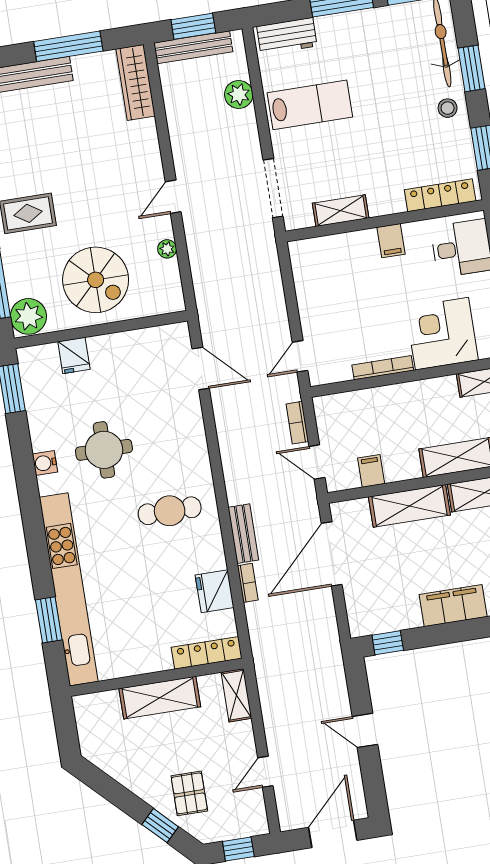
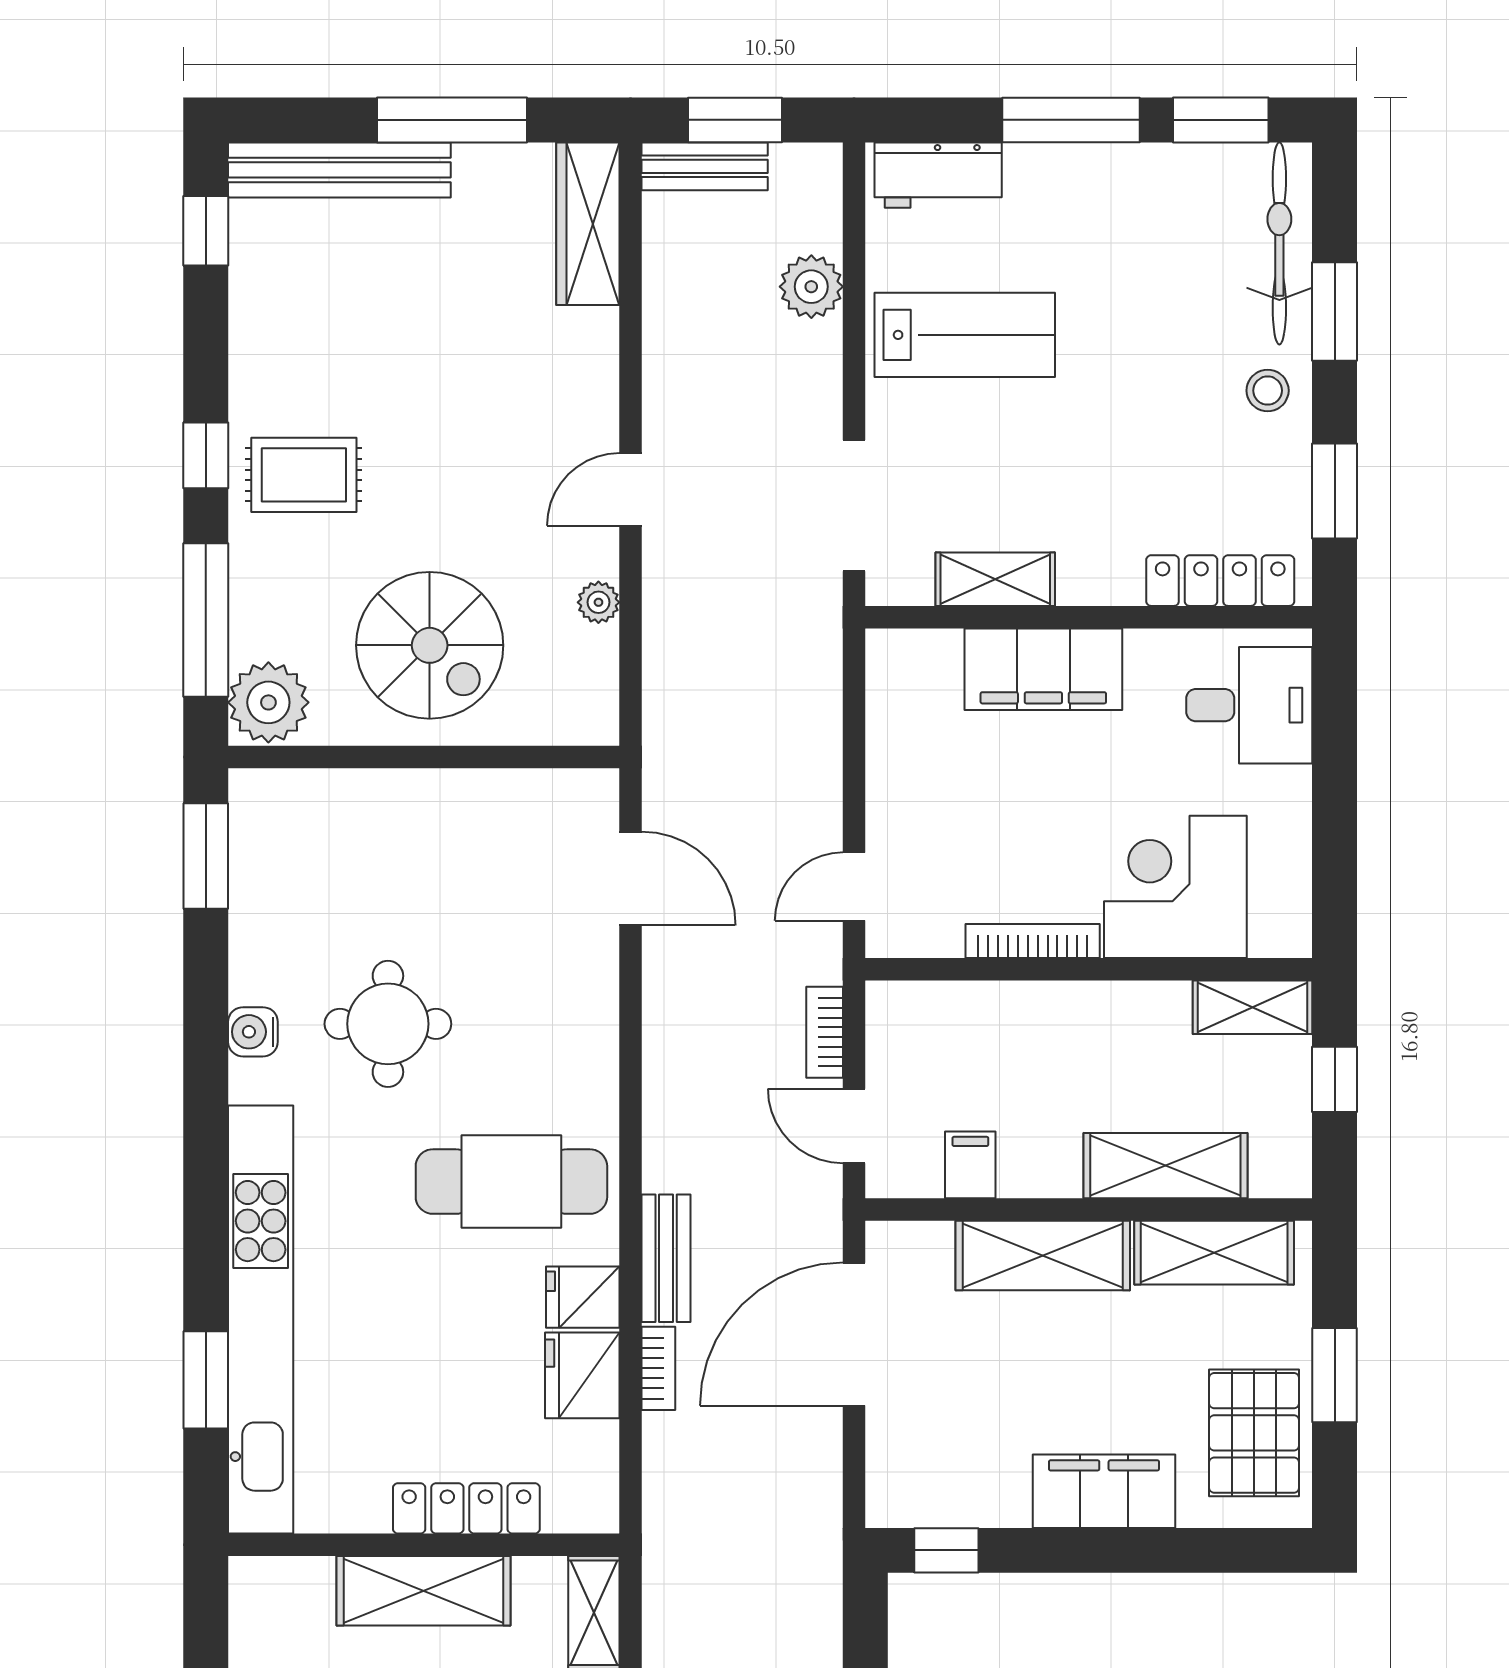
bench: (193, 47) -> (705, 166), width x0.73
filing cabinet: (391, 241) -> (1043, 669), width x3.00, depth x1.17
fridge: (74, 355) -> (583, 1297), moved, turned 90
cafe table: (170, 511) -> (511, 1182), width x1.37, depth x1.35
locker: (207, 653) -> (466, 1508), moved

